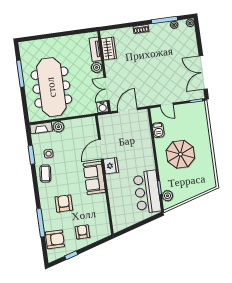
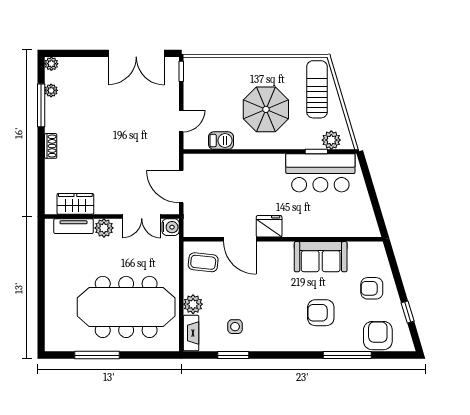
coffee table: (45, 174) -> (203, 262), moved
sofa: (94, 178) -> (321, 257), moved
sun lounger: (197, 183) -> (317, 89), added

